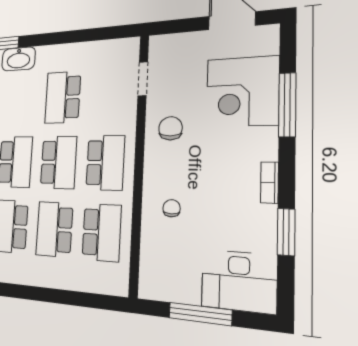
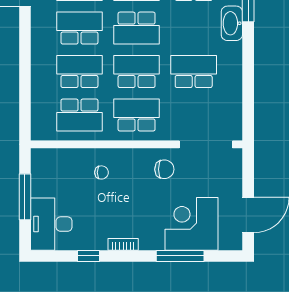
doorway: (143, 79) -> (206, 144), width x1.88
school desk: (59, 162) -> (137, 72), turned 180
school desk: (105, 163) -> (137, 115), turned 180
window: (286, 232) -> (88, 256), width x0.67

